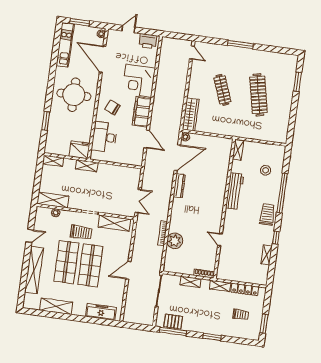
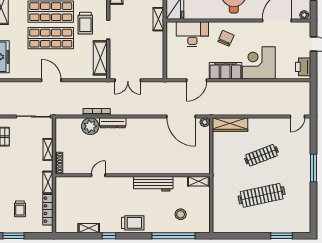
dresser: (179, 186) -> (113, 123), moved
window: (282, 193) -> (173, 236), moved

